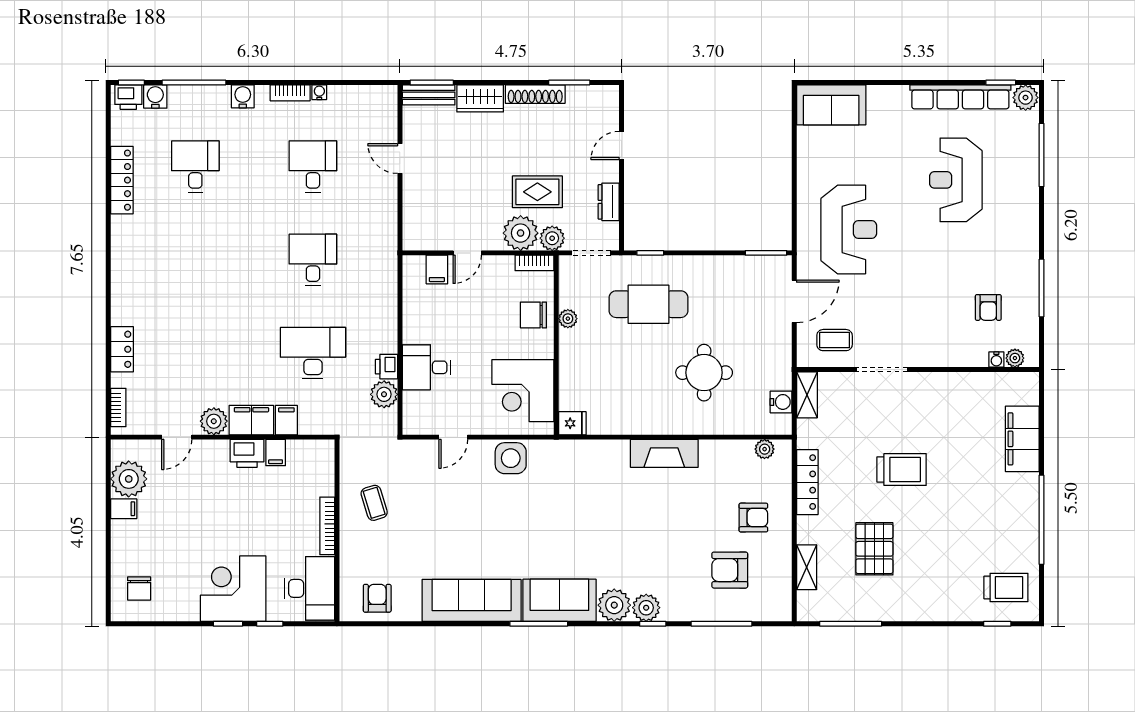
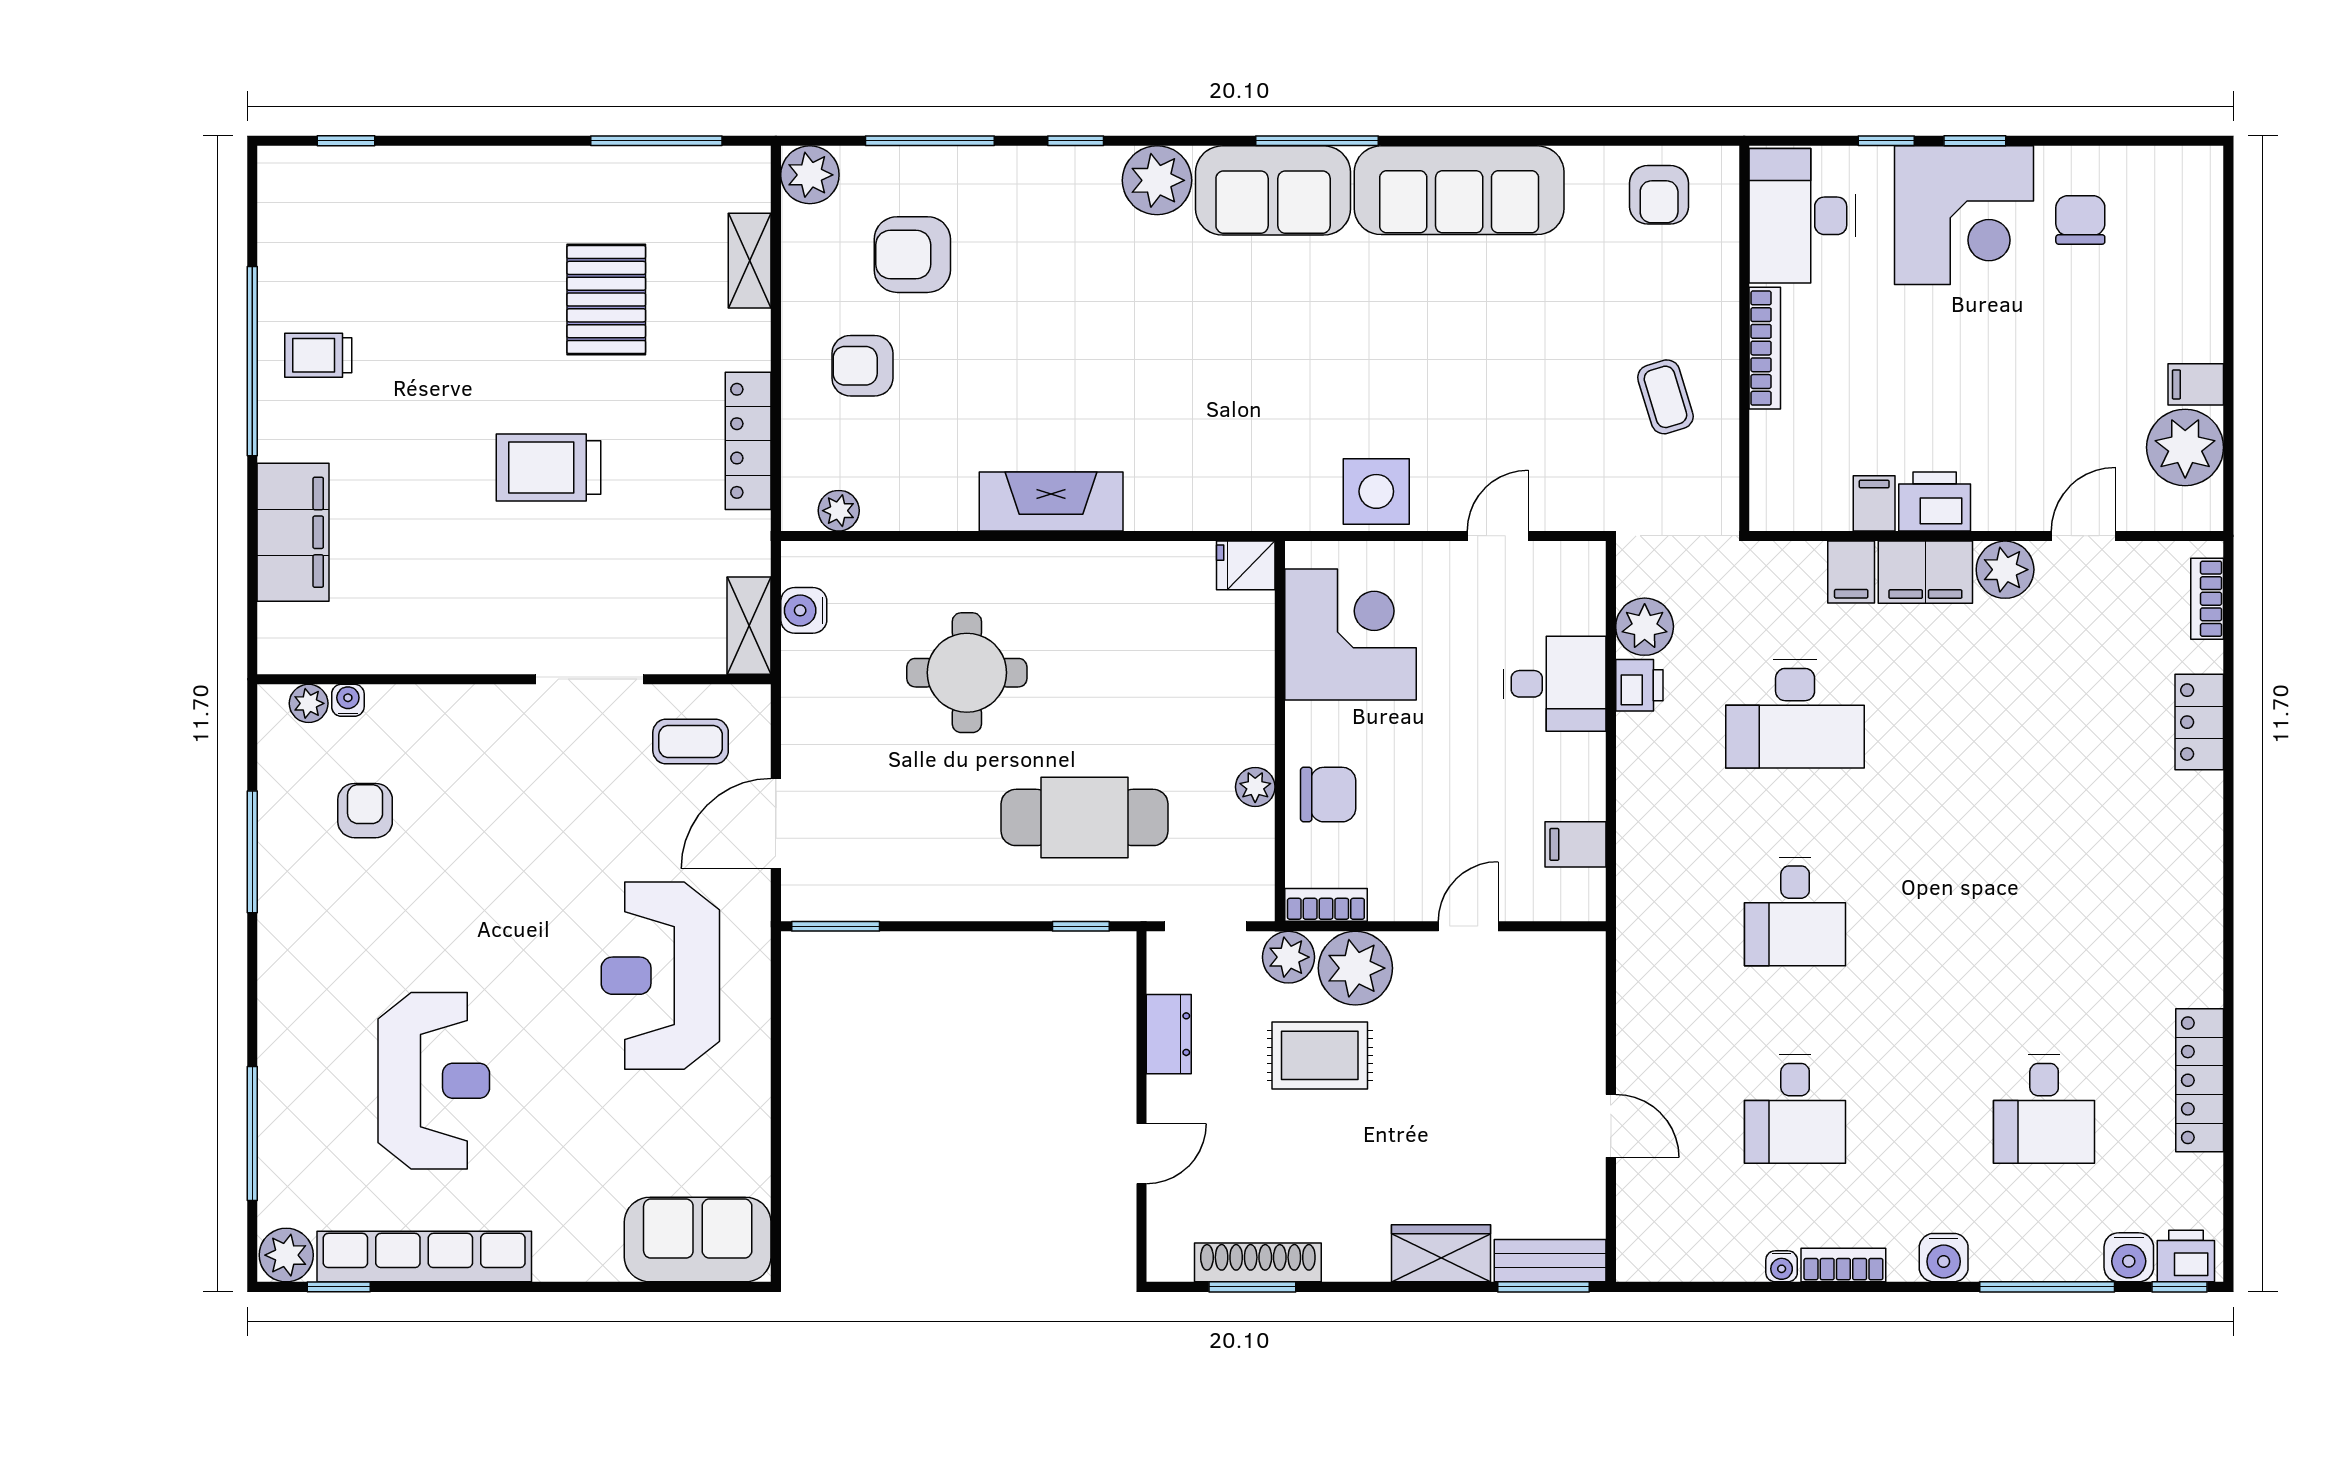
shoe rack: (535, 94) -> (1258, 1262), moved
filing cabinet: (437, 269) -> (1576, 844), moved, turned -90
armchair: (730, 570) -> (912, 255), turned 180
trolley: (1006, 588) -> (318, 355), moved, width x0.73, depth x0.72
chair: (139, 589) -> (2080, 220), moved
plant: (646, 608) -> (810, 175), moved

